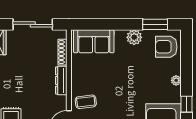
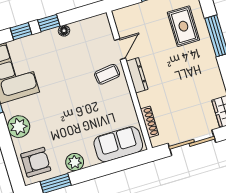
plant: (176, 80) -> (19, 127), width x1.87, depth x1.87
dresser: (61, 81) -> (137, 75), moved

